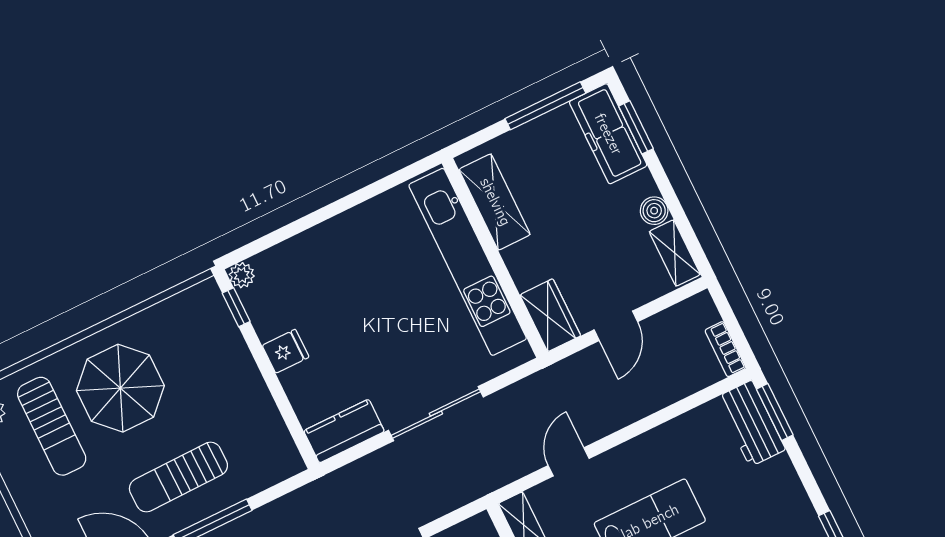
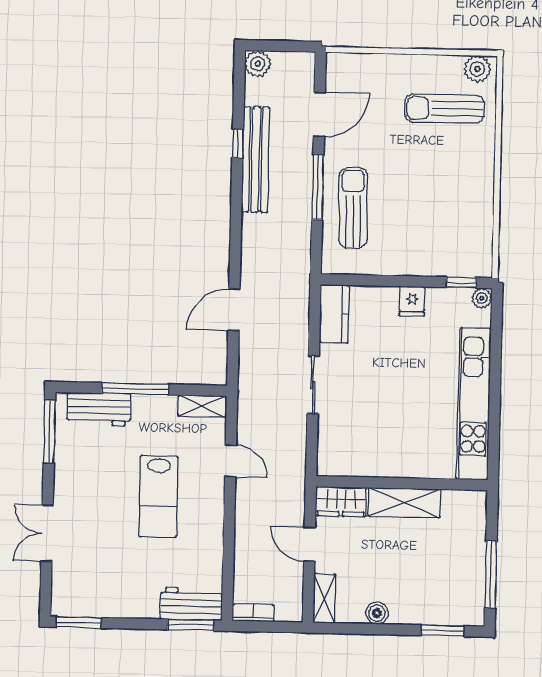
freezer: (608, 134) -> (448, 609), removed
shelving: (495, 202) -> (404, 503), moved
shelving: (675, 253) -> (324, 598), moved, turned 90
kitchen unit: (468, 262) -> (474, 404), moved, turned -90
parasol: (120, 388) -> (446, 171), removed
sliding door: (436, 414) -> (313, 385), width x0.73
sun lounger: (178, 477) -> (353, 208), moved

